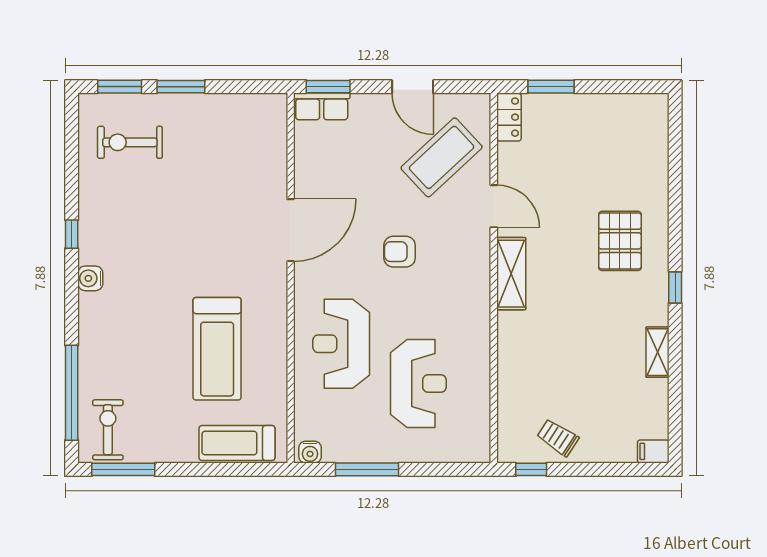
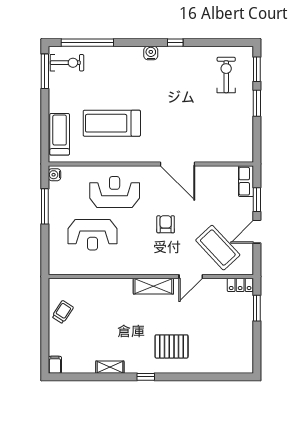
window: (328, 87) -> (257, 200), moved
window: (531, 469) -> (45, 297), removed

